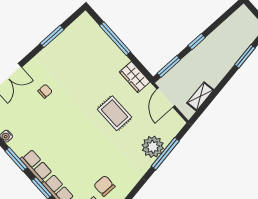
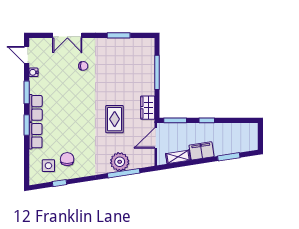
filing cabinet: (216, 73) -> (201, 151), added

